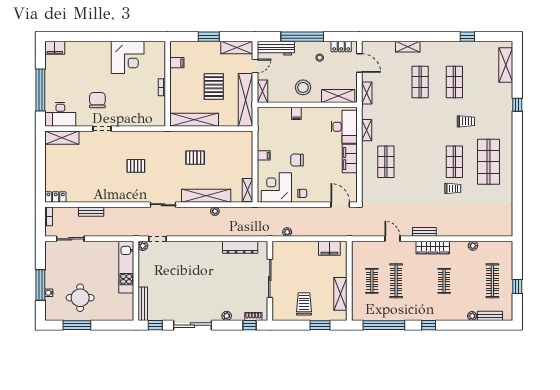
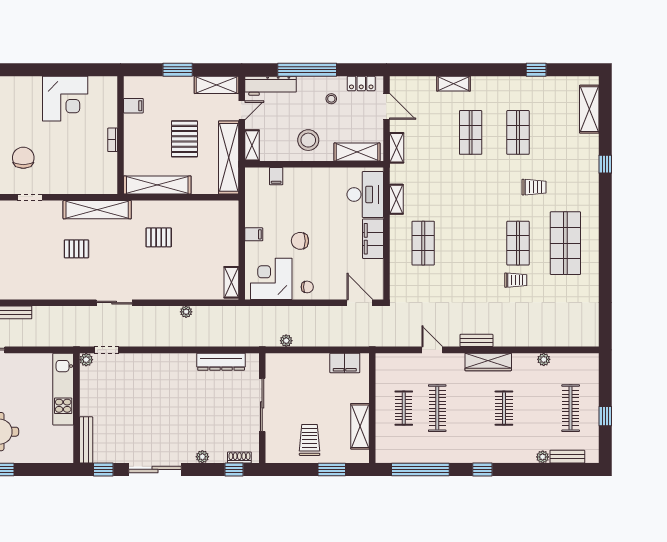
filing cabinet: (296, 113) -> (276, 176), moved
shelving: (206, 196) -> (97, 210), moved

